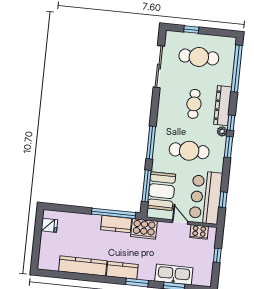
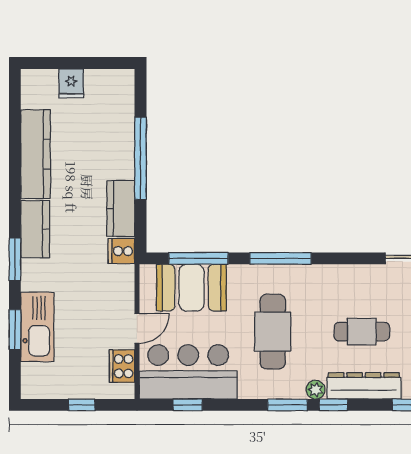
window: (114, 213) -> (140, 158), moved
fridge: (49, 225) -> (71, 83), moved
cooker: (144, 229) -> (121, 251), width x0.53, depth x0.76

